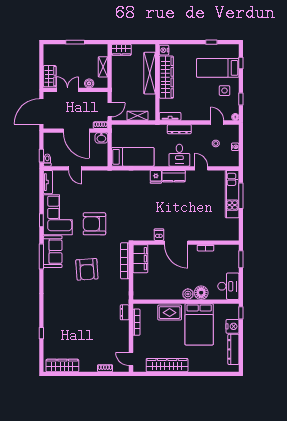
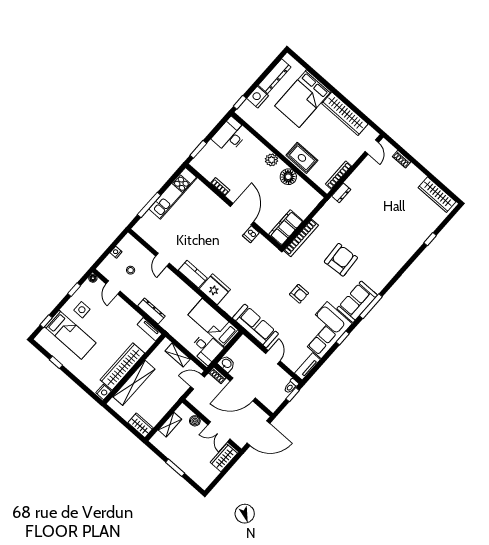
door: (76, 131) -> (243, 389), swing flipped
desk: (179, 155) -> (206, 349), moved, turned 90
fridge: (156, 177) -> (215, 289), width x1.88, depth x1.34
sofa: (104, 179) -> (255, 326), added
kitchen unit: (232, 194) -> (173, 193), moved
armchair: (94, 224) -> (299, 294), width x0.53, depth x0.53
floor lamp: (201, 293) -> (288, 177), moved
bed: (199, 324) -> (303, 99), moved, turned 180

